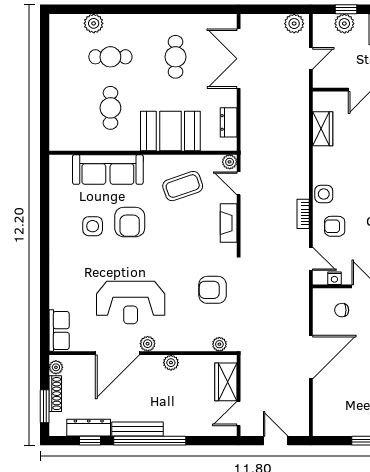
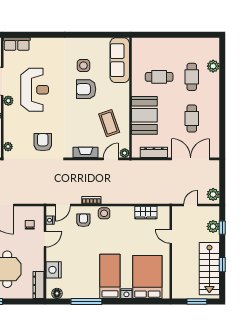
cafe table: (175, 57) -> (192, 118), turned 90
door: (311, 58) -> (191, 205), swing flipped
dresser: (229, 122) -> (154, 152), width x1.44
sofa: (108, 170) -> (120, 60), moved
reception desk: (131, 302) -> (35, 90), turned 180

